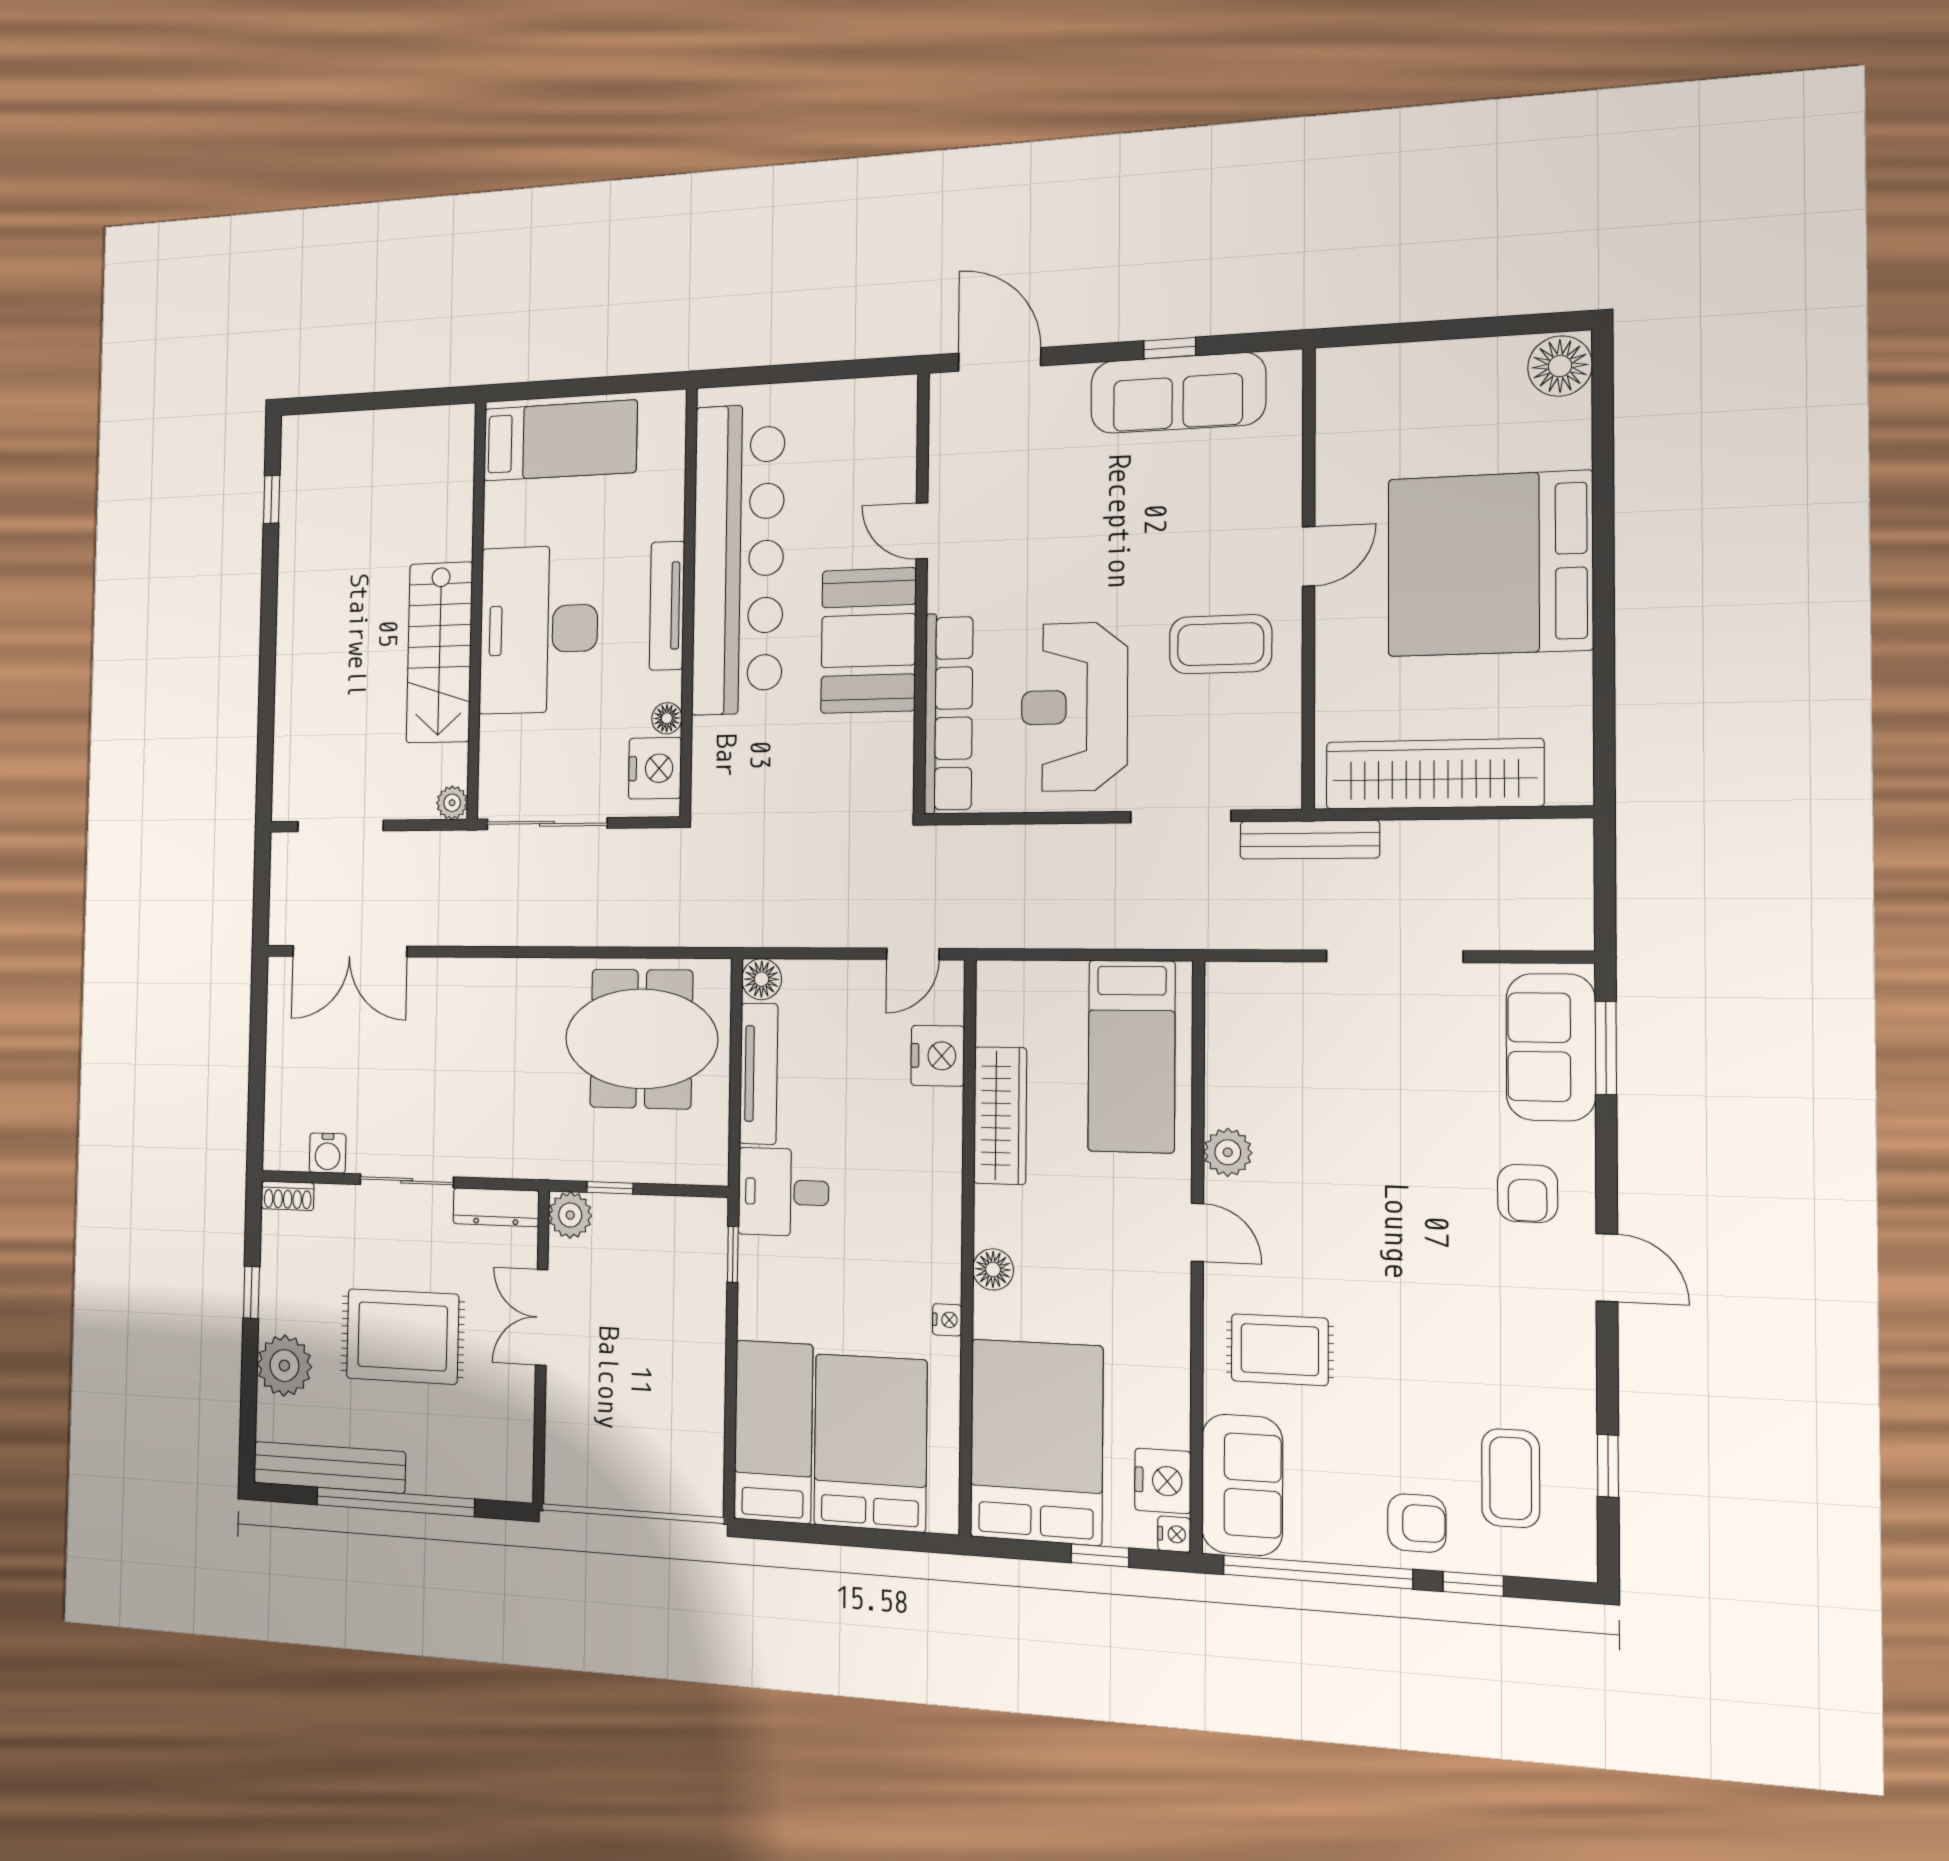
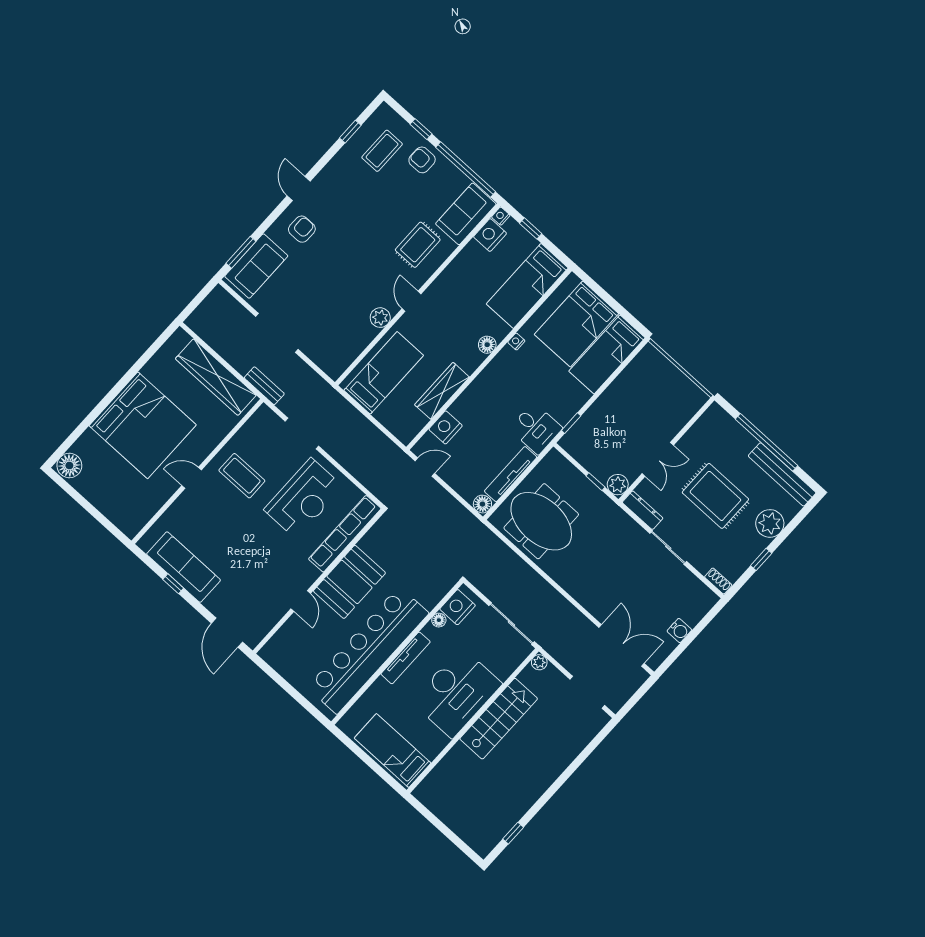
bench: (1309, 840) -> (264, 386), width x0.73
water cooler: (328, 1153) -> (679, 631), moved, turned 90
rug: (1280, 1350) -> (418, 245), turned 90
bed: (1036, 1442) -> (527, 286), width x0.67

